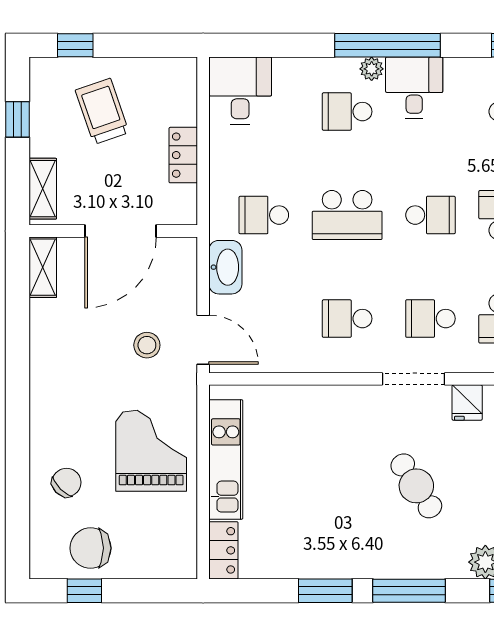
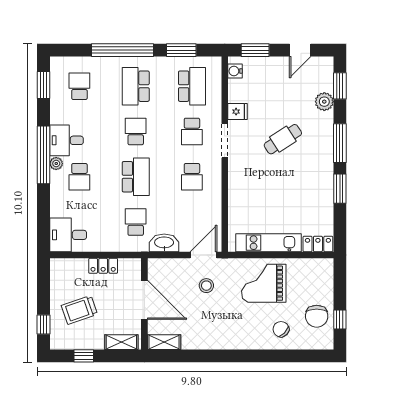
school desk: (264, 215) -> (136, 222), turned 180

